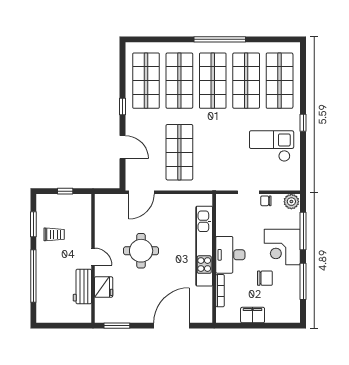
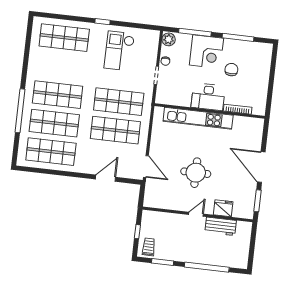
window: (220, 39) -> (20, 111), moved
shop shelf: (246, 81) -> (119, 102), moved
window: (123, 107) -> (71, 174), removed
trolley: (54, 234) -> (149, 247), moved
filing cabinet: (253, 315) -> (262, 84), removed
door: (172, 326) -> (261, 167), moved

